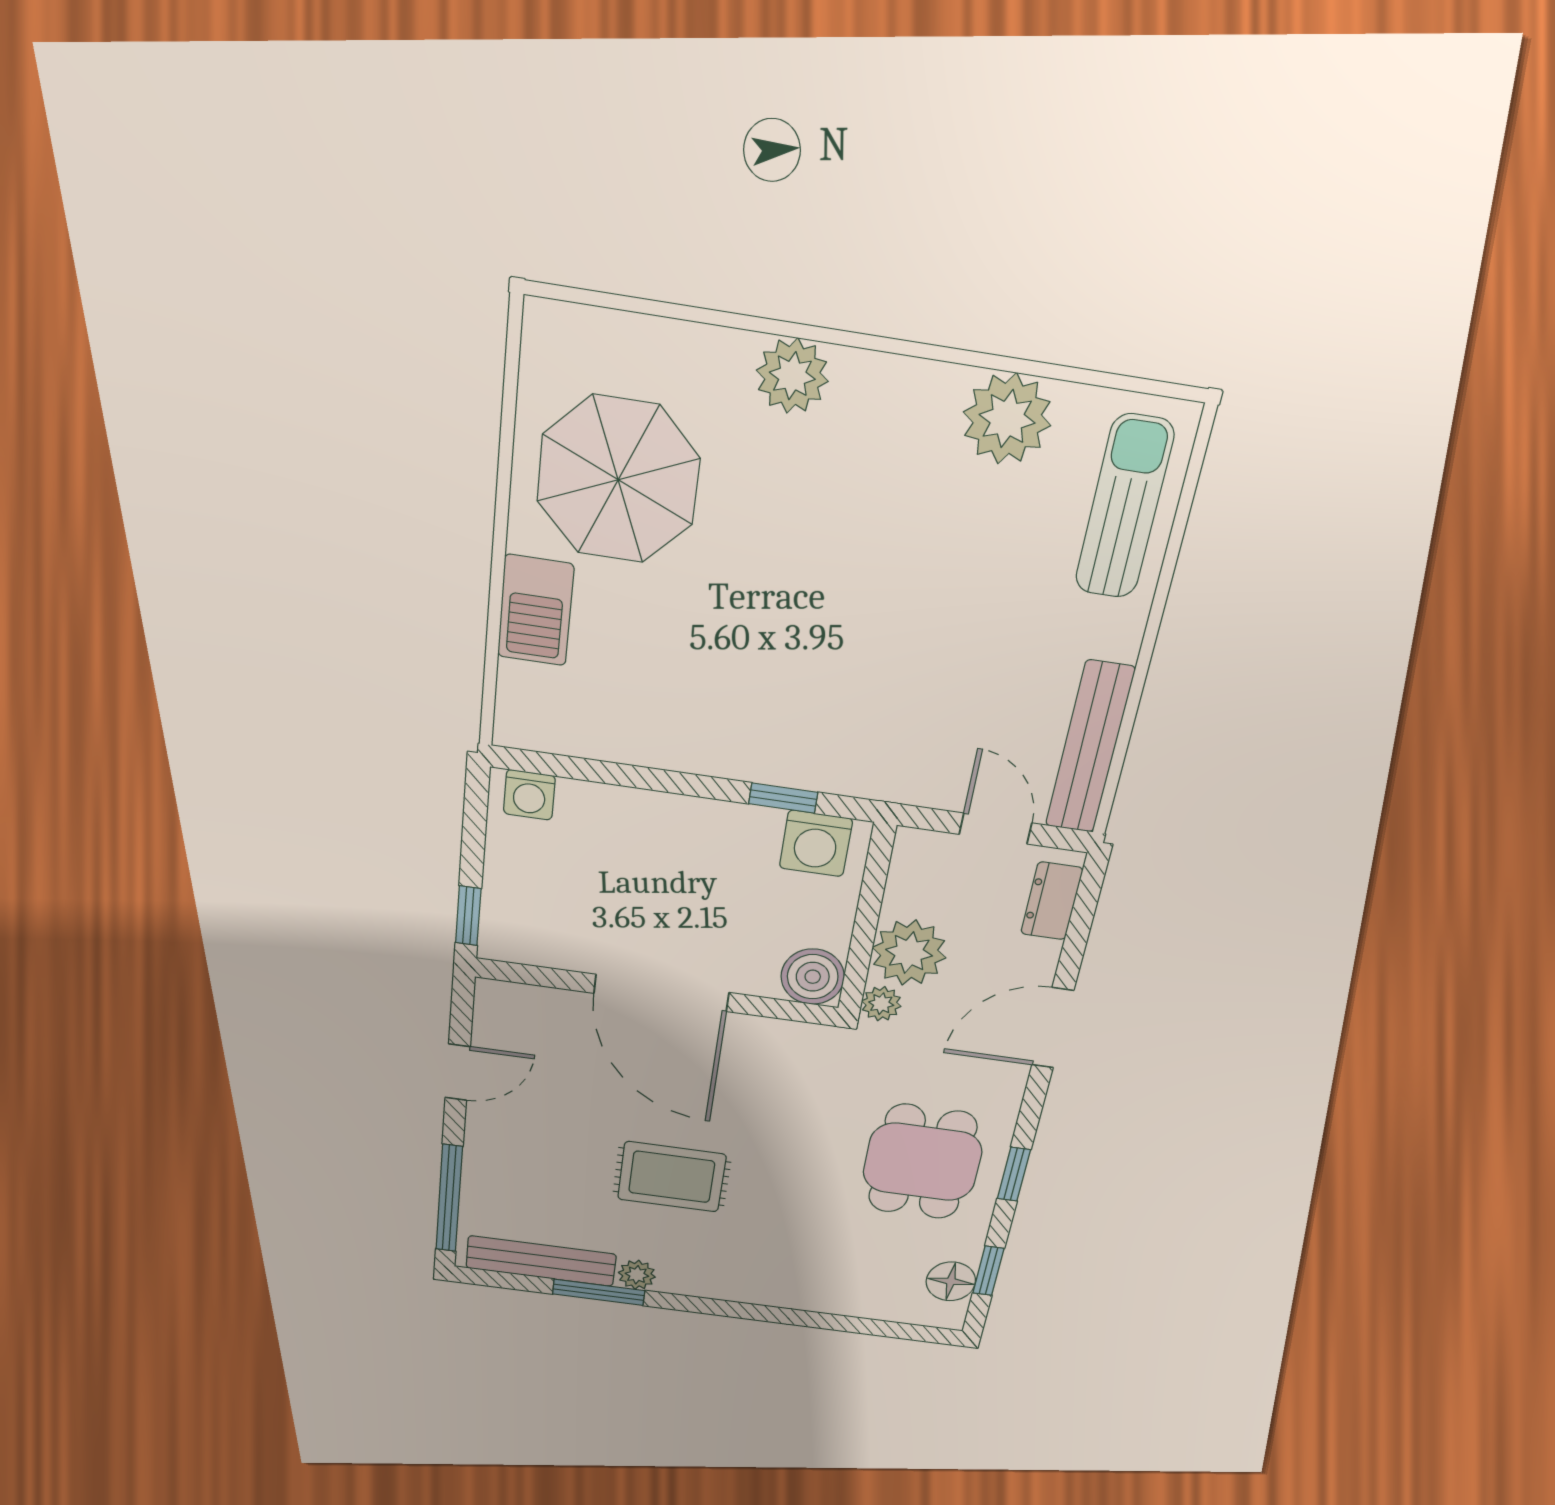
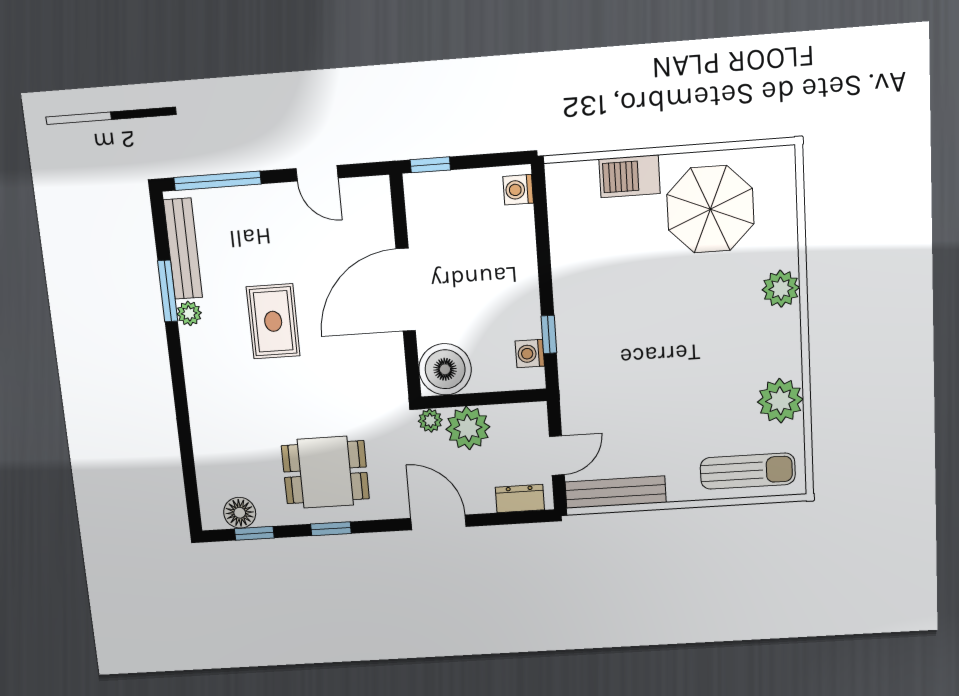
washing machine: (816, 843) -> (530, 354), width x0.73, depth x0.73
boiler: (813, 977) -> (445, 369), width x1.37, depth x1.37

